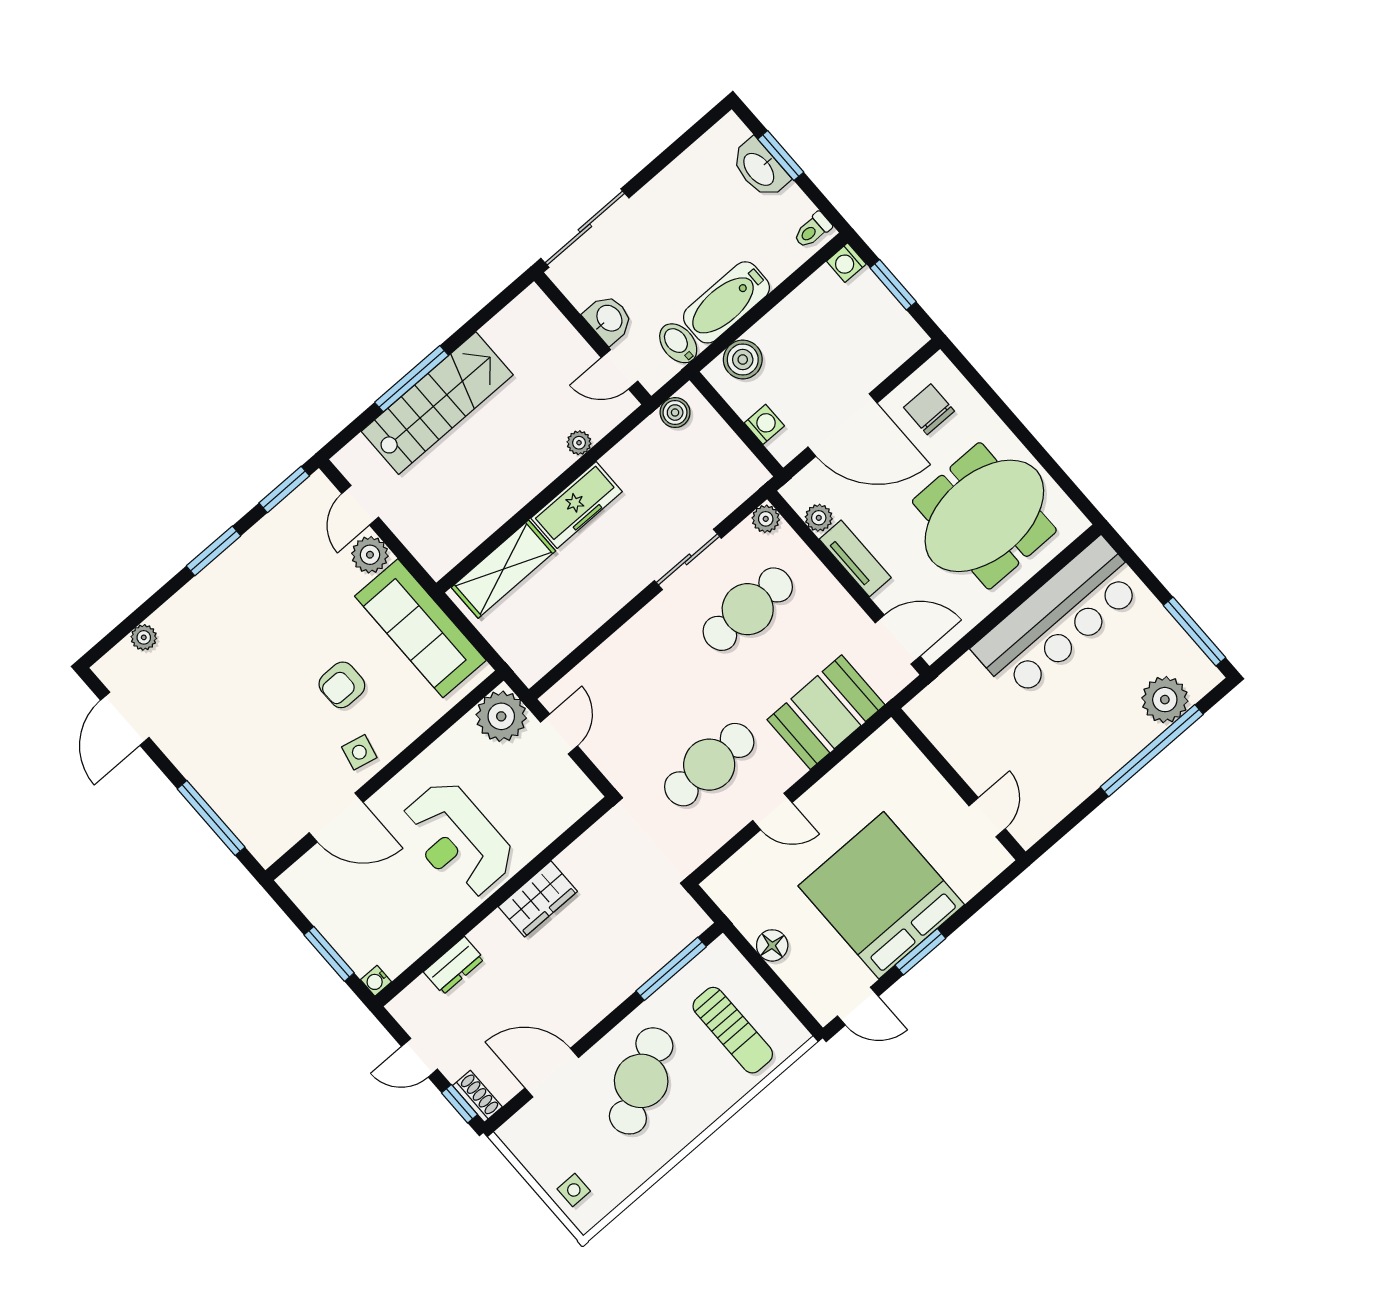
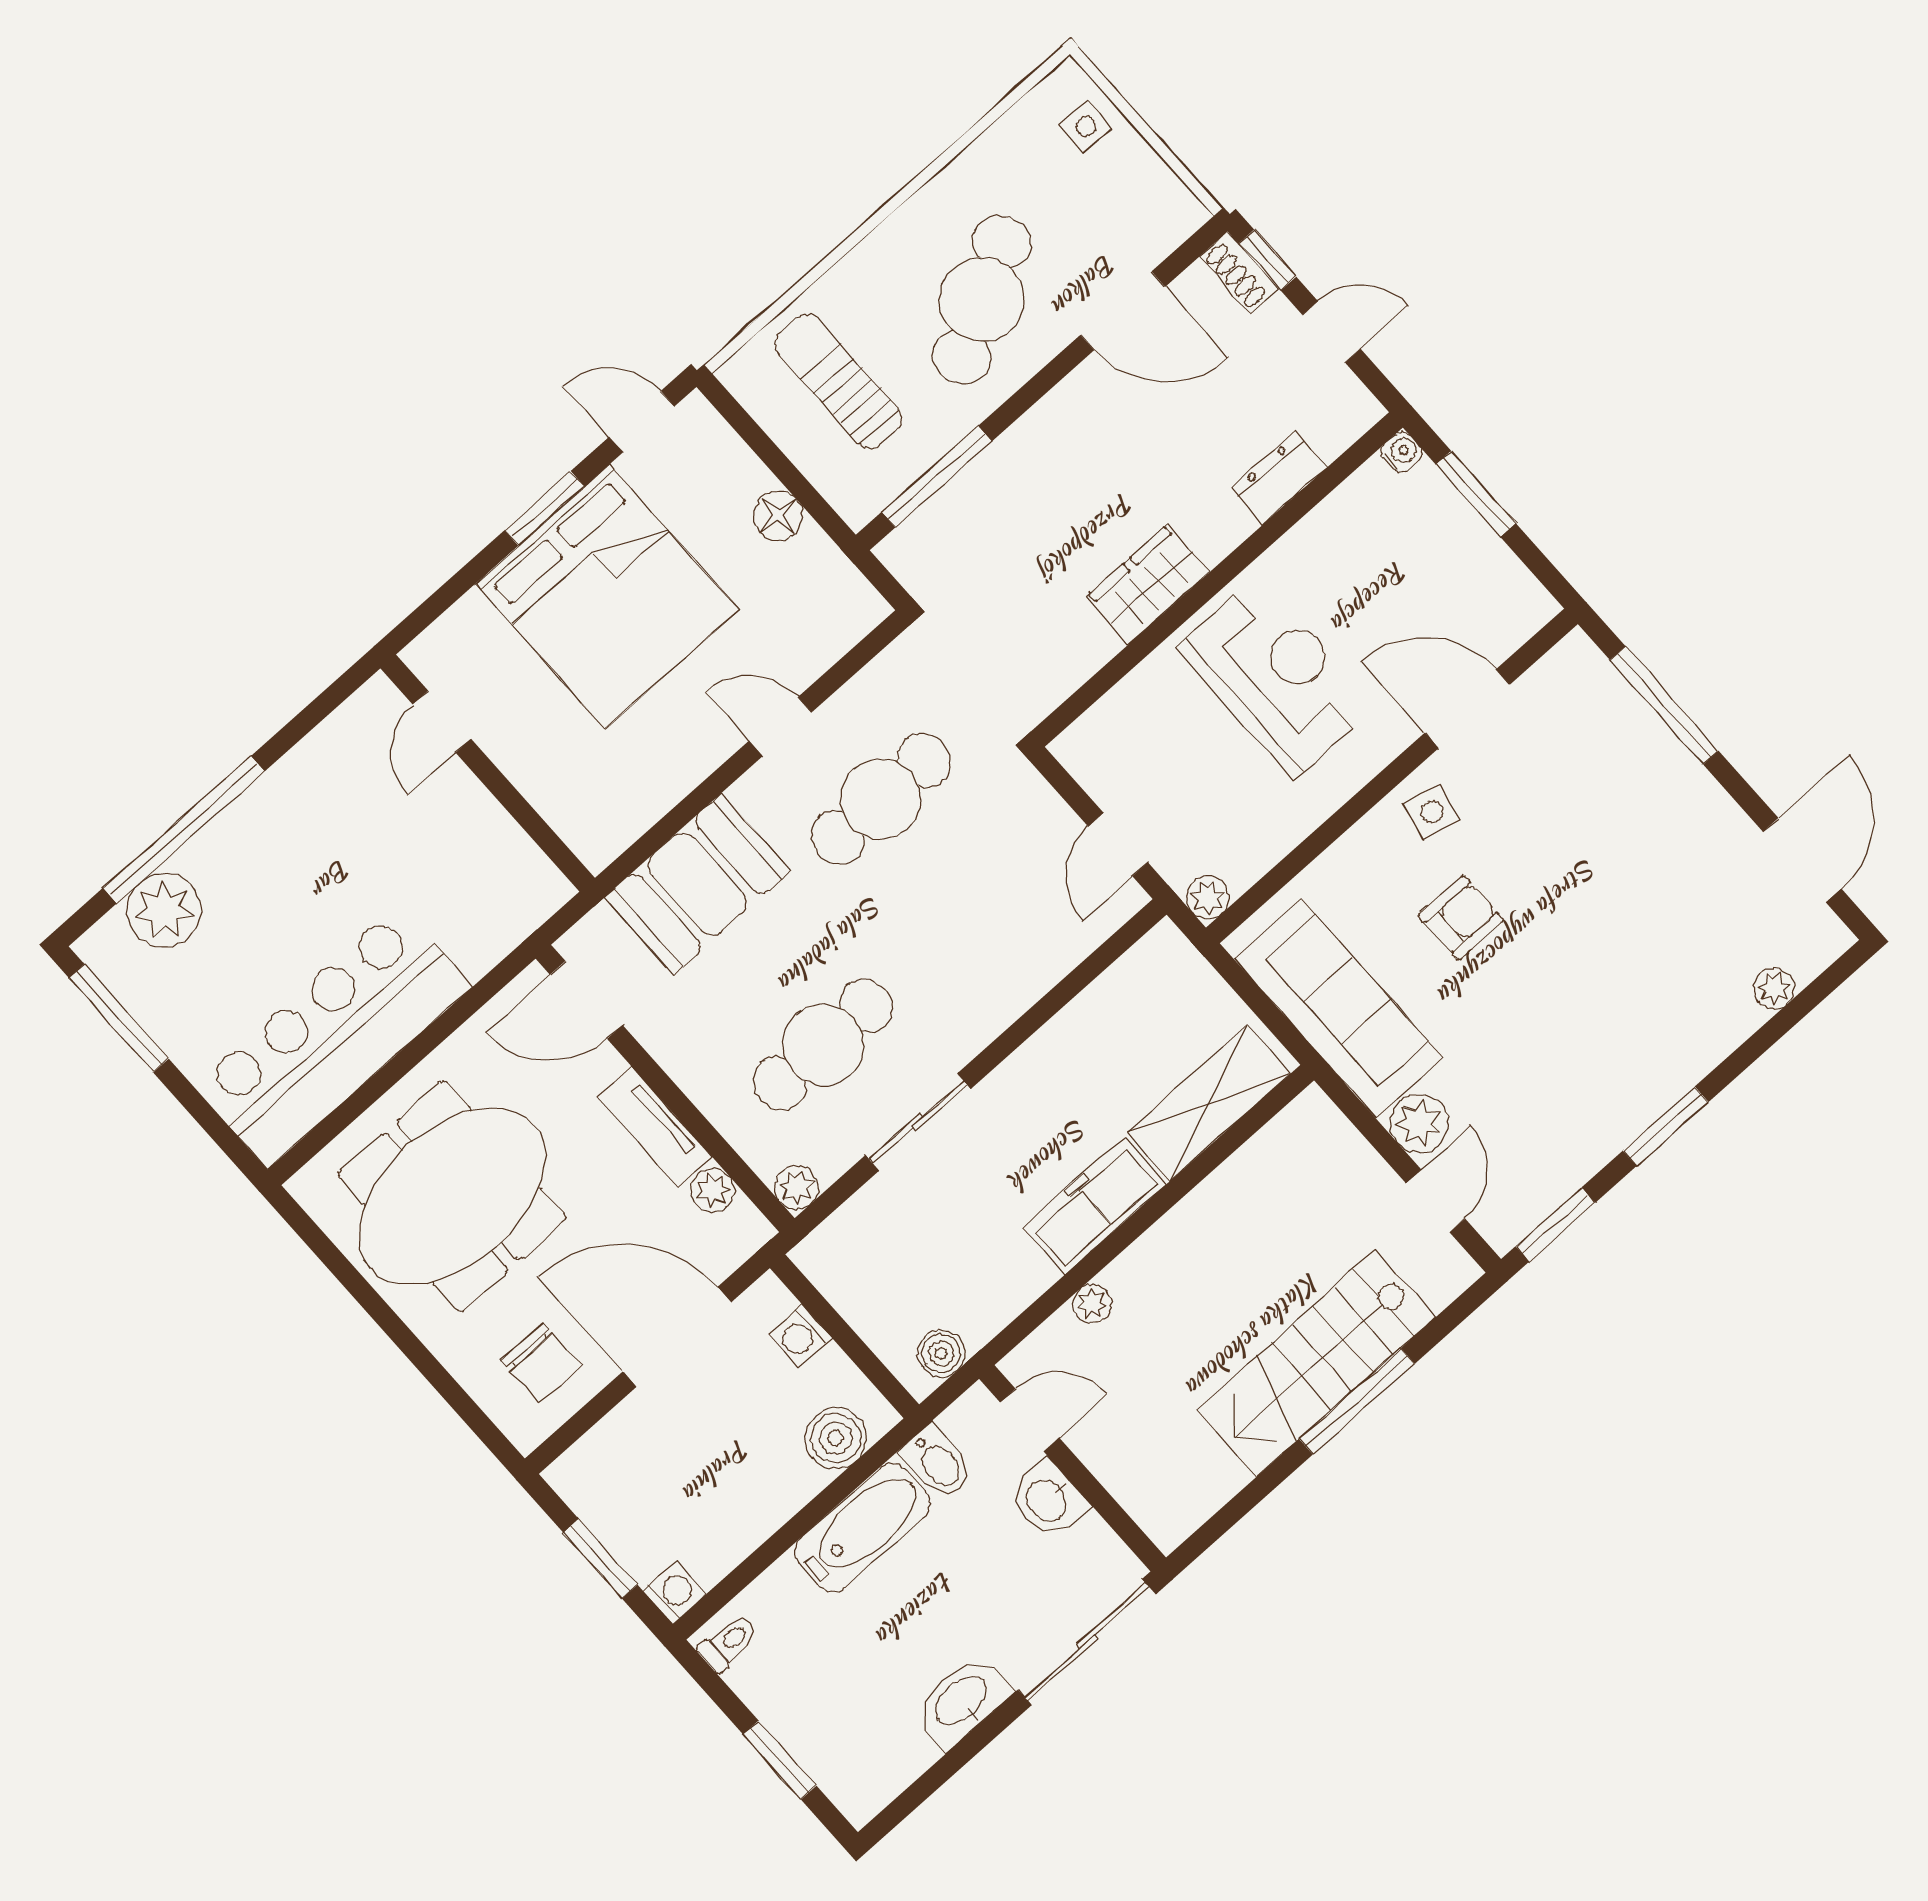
washbasin: (760, 169) -> (962, 1701), moved, turned -90
plant: (501, 716) -> (1208, 898), width x0.53, depth x0.53

